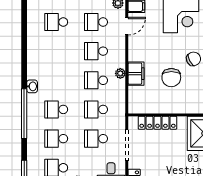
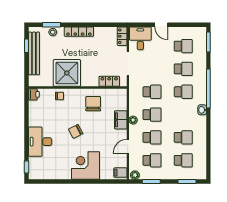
door: (127, 26) -> (128, 146), moved
chair: (171, 78) -> (93, 104), moved
locker: (157, 123) -> (109, 81), width x0.66
school desk: (96, 139) -> (183, 137), moved

